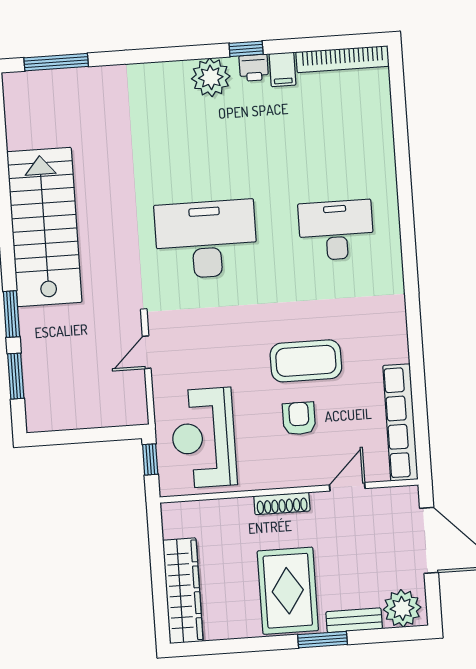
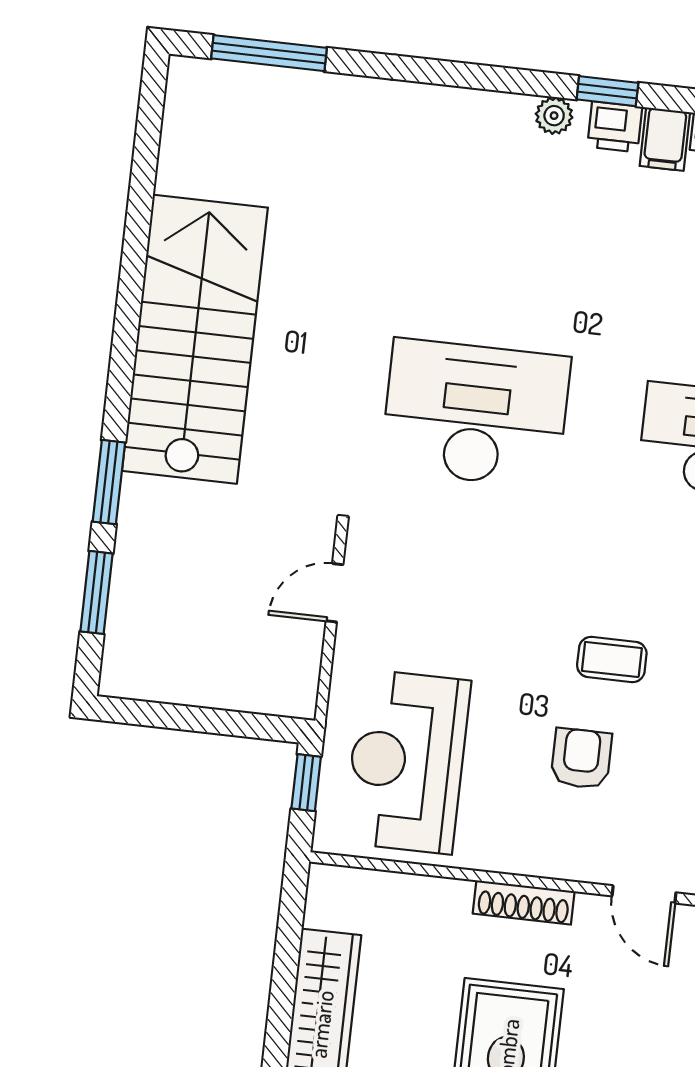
plant: (211, 77) -> (554, 116), width x0.53, depth x0.53
coffee table: (306, 361) -> (612, 659), width x0.54, depth x0.58
door: (347, 487) -> (644, 894), swing flipped

